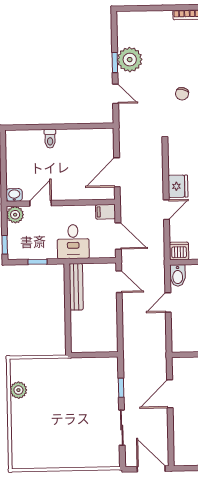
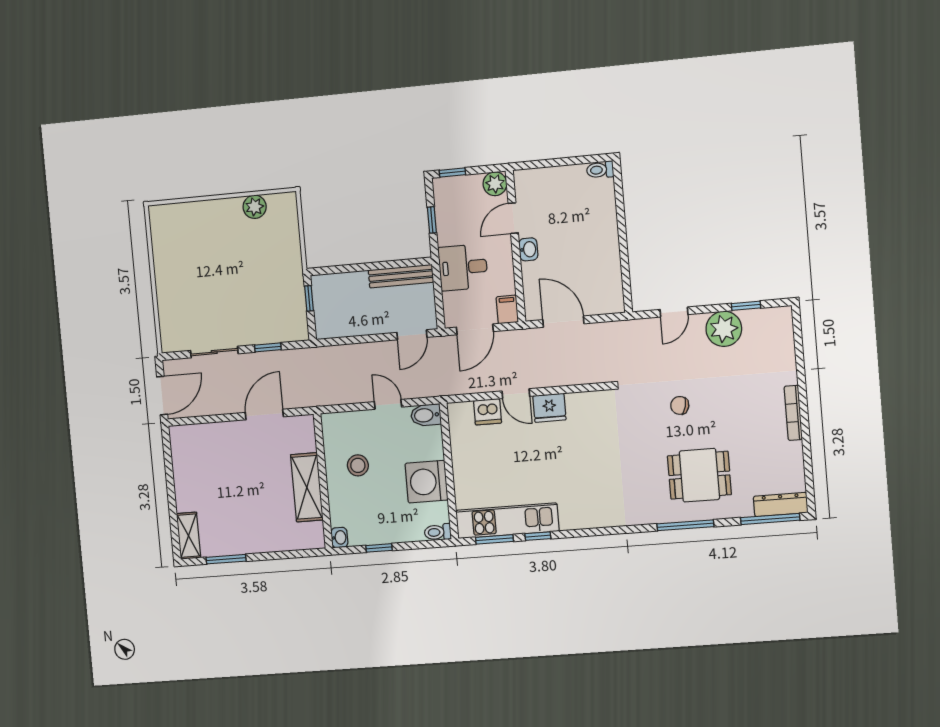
window: (115, 62) -> (746, 306), moved
toilet: (50, 139) -> (600, 170), moved
washbasin: (14, 195) -> (528, 249), moved
door: (41, 203) -> (513, 218), swing flipped
dishwasher: (179, 251) -> (488, 412), moved, turned 90
window: (88, 355) -> (309, 298), added
door: (170, 394) -> (264, 415), hinge flipped

